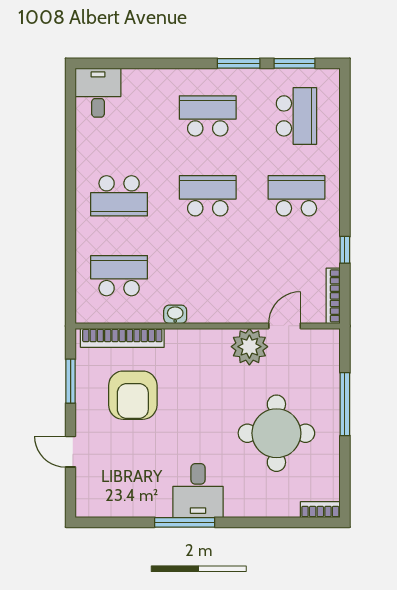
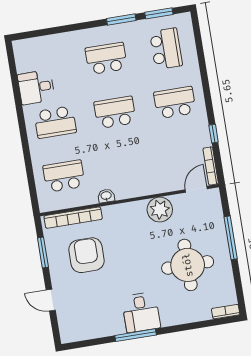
desk: (98, 93) -> (36, 87), moved, turned -90
door: (285, 326) -> (196, 189), moved
armchair: (133, 395) -> (86, 255), turned 180

